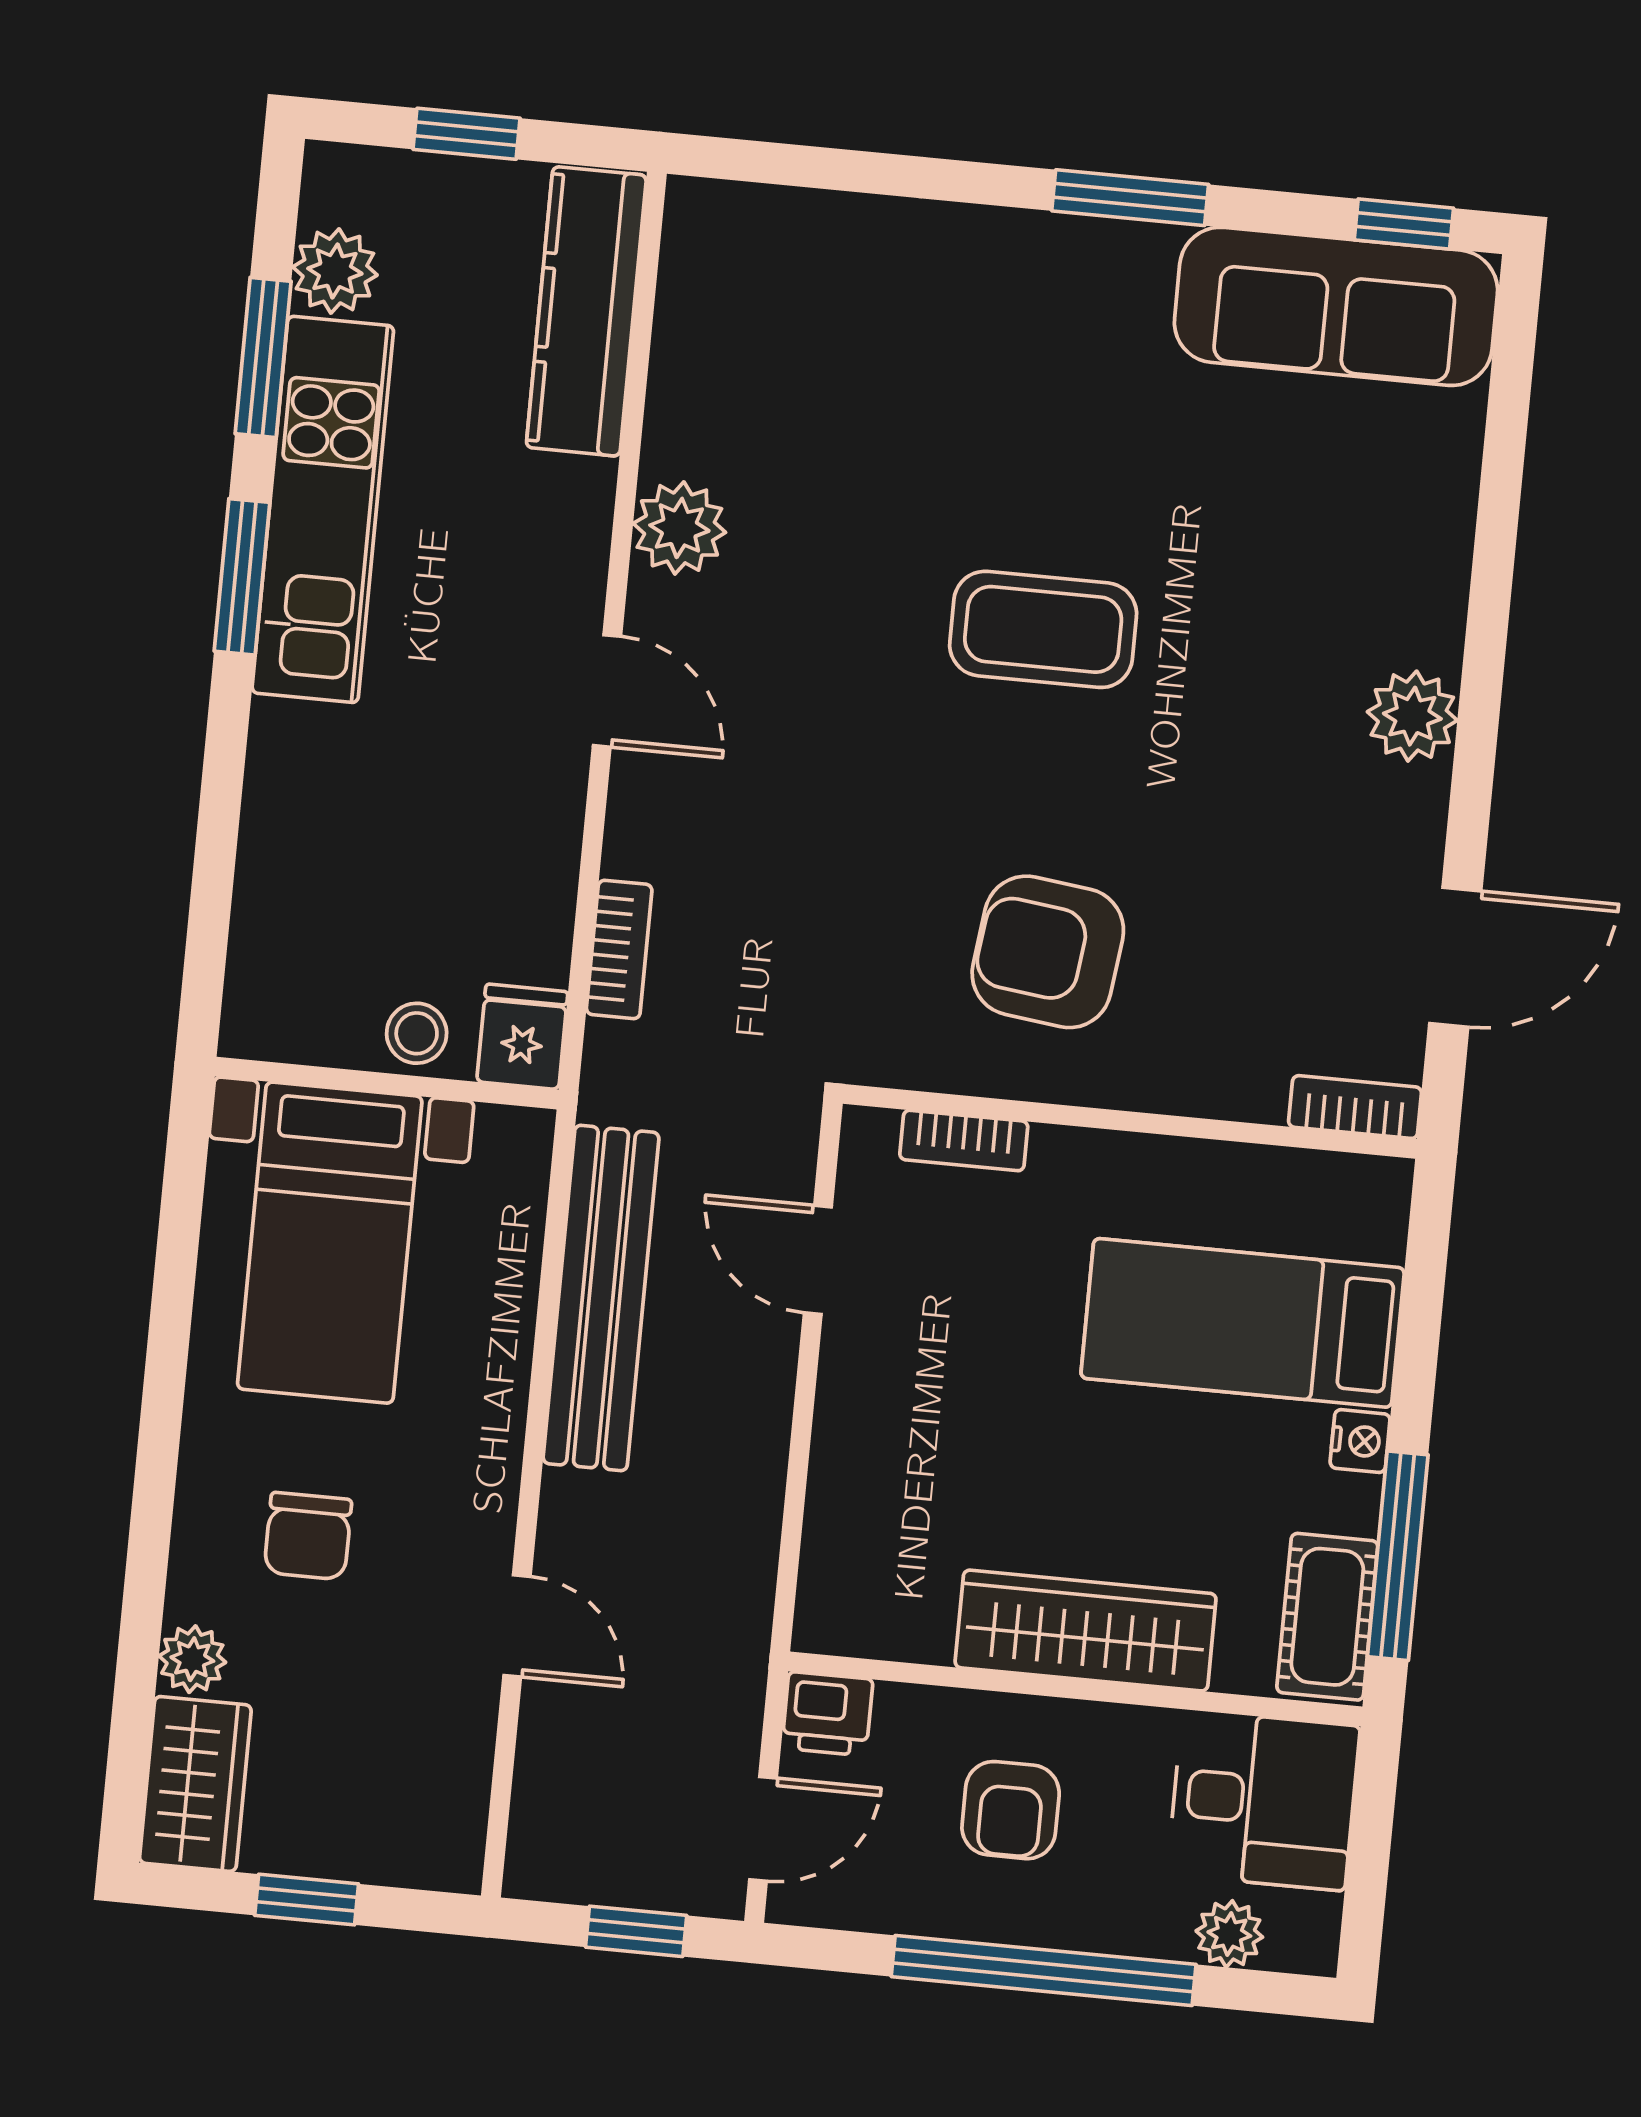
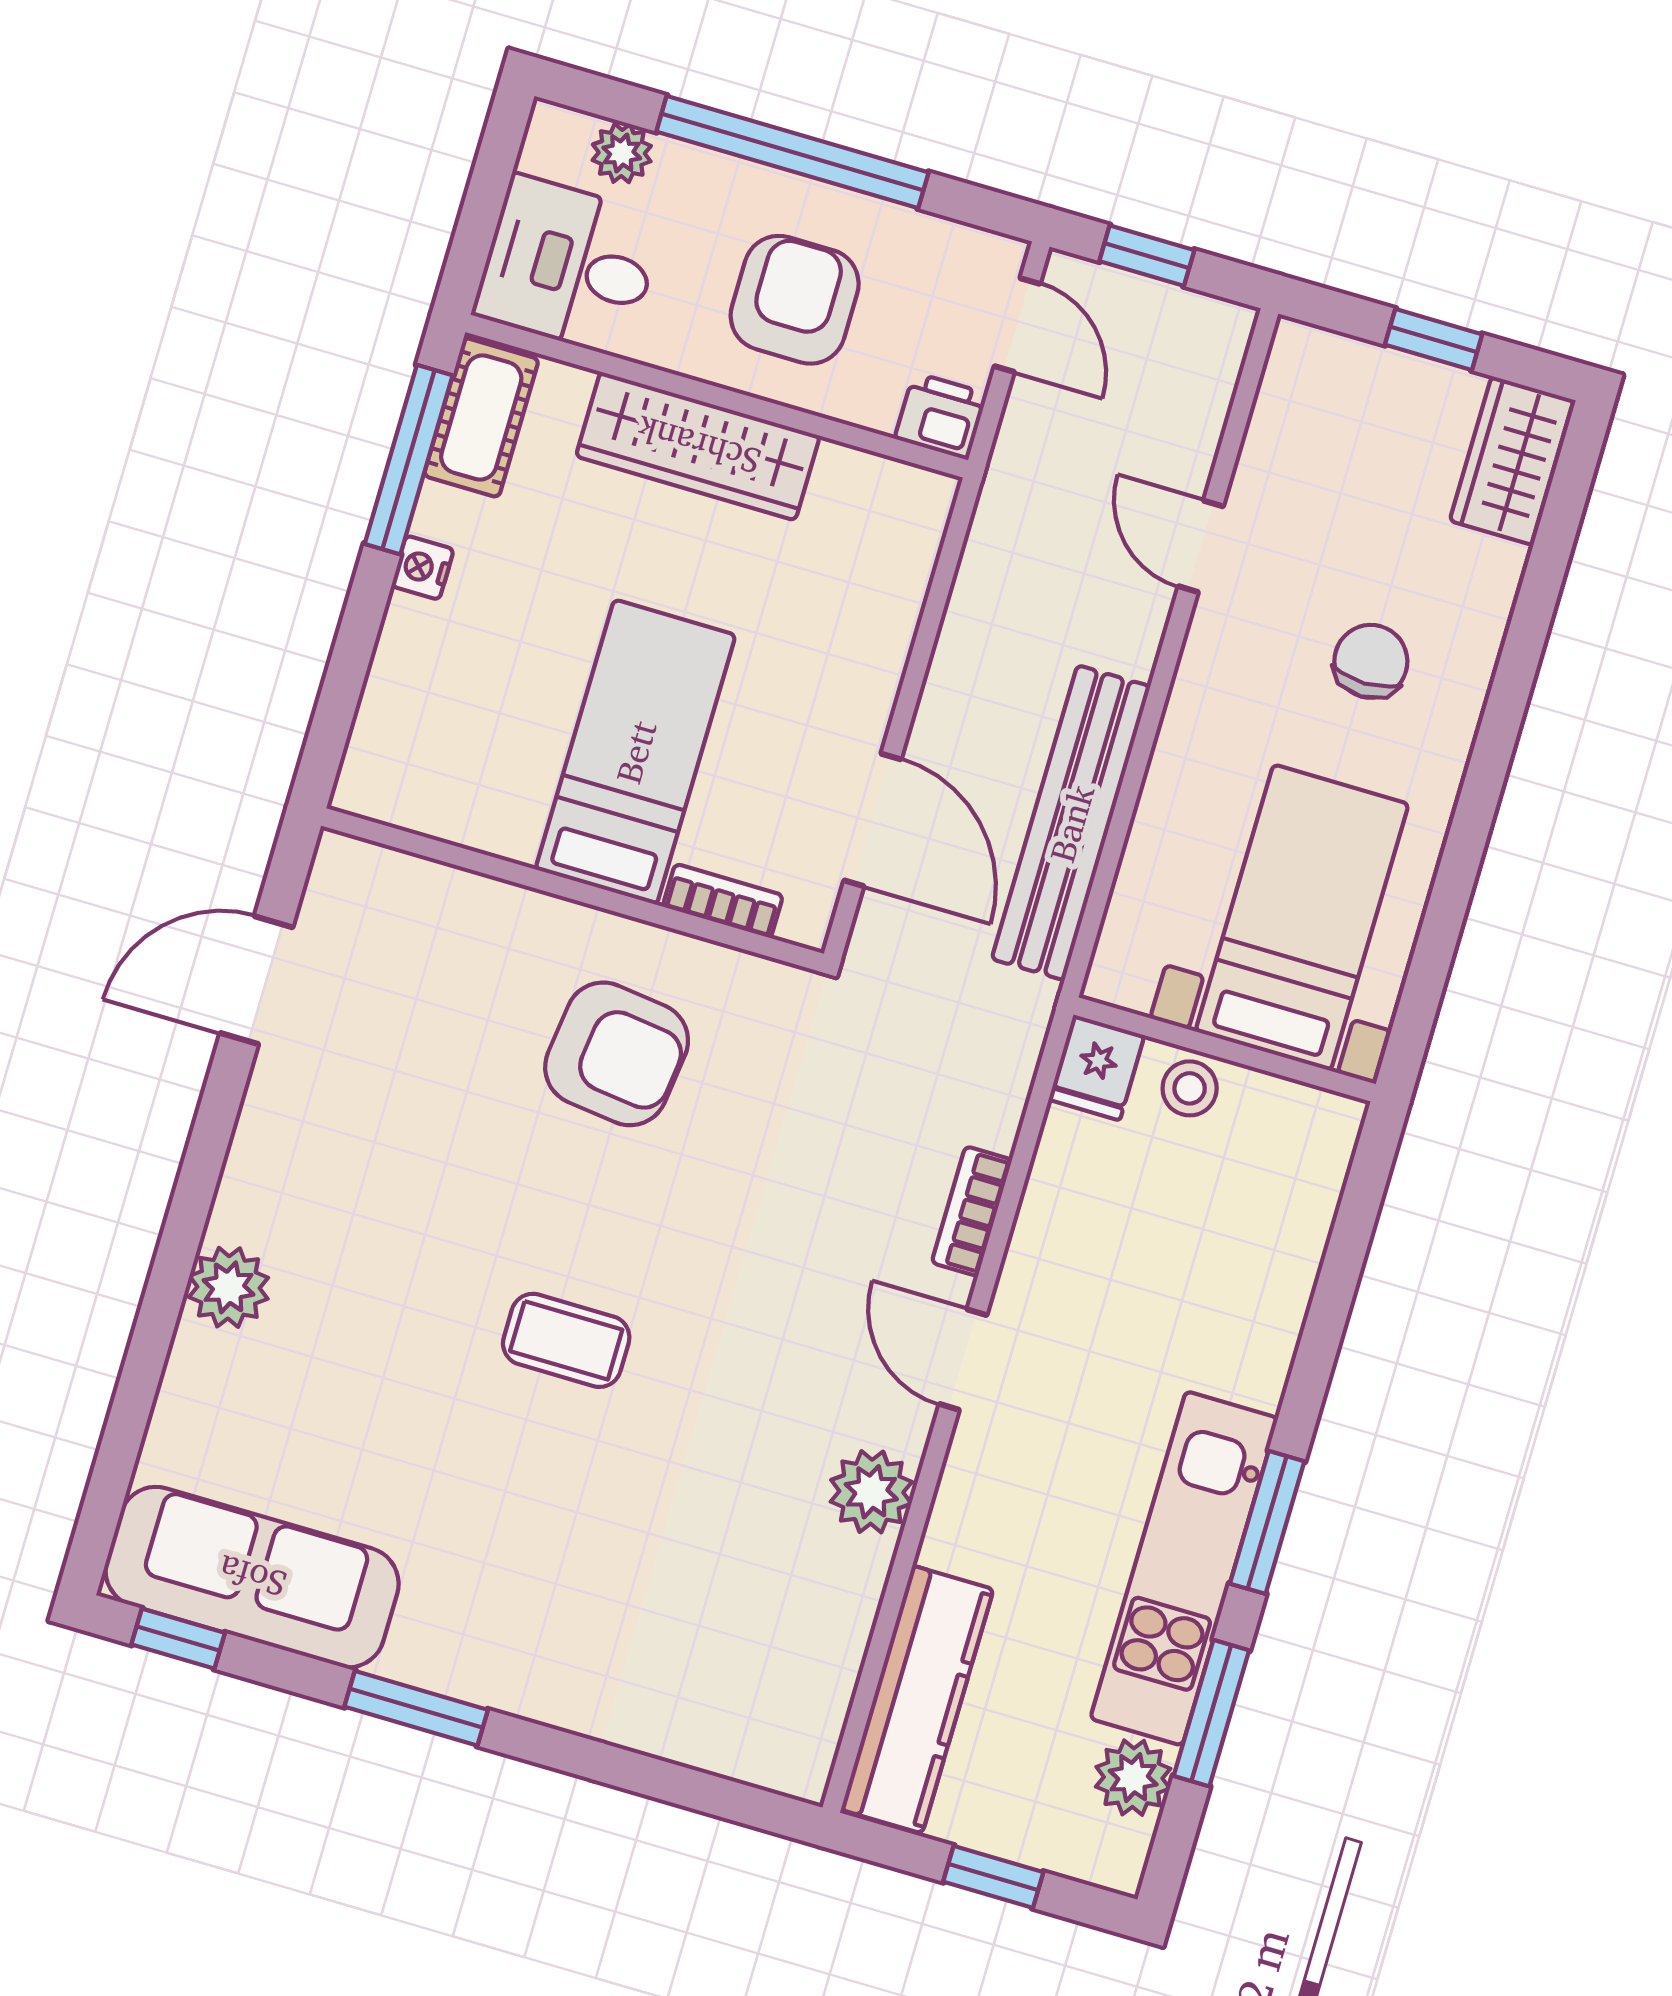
coffee table: (1043, 629) -> (566, 1340), width x0.73, depth x0.77
plant: (1412, 716) -> (229, 1287), moved
bookcase: (619, 949) -> (972, 1211), moved
bookcase: (1355, 1107) -> (371, 864), removed
door: (818, 1260) -> (872, 820), width x1.38
bed: (1243, 1323) -> (635, 752), moved, turned -90
plant: (192, 1659) -> (1494, 572), removed
armchair: (1011, 1810) -> (795, 300), width x1.38, depth x1.38
door: (763, 1829) -> (1017, 325), swing flipped

